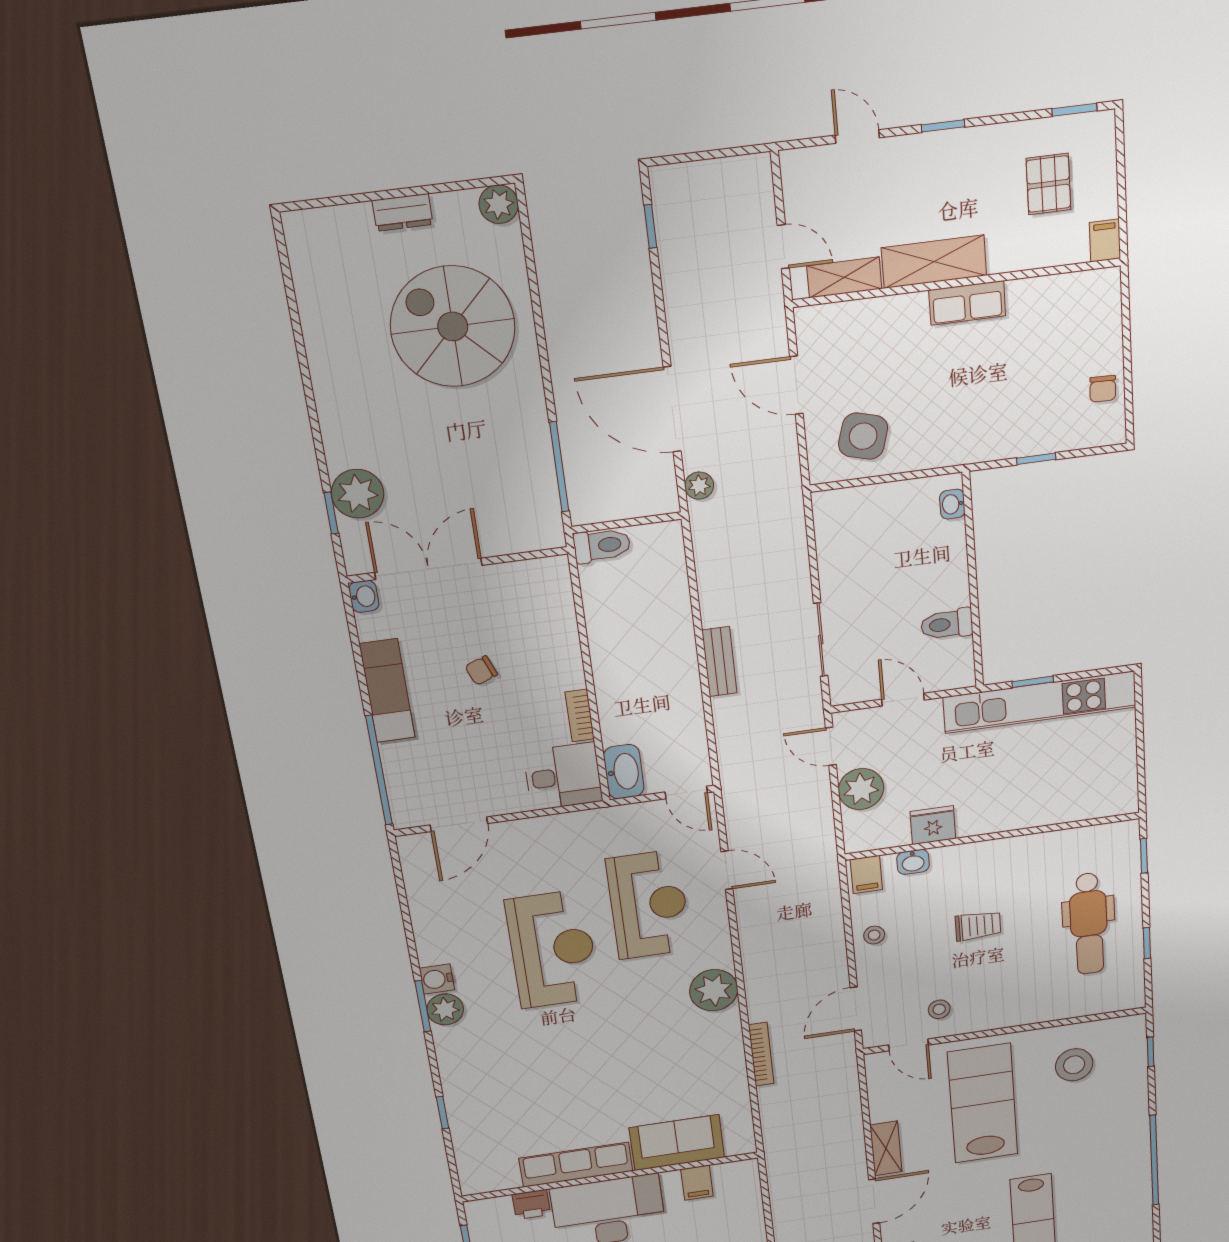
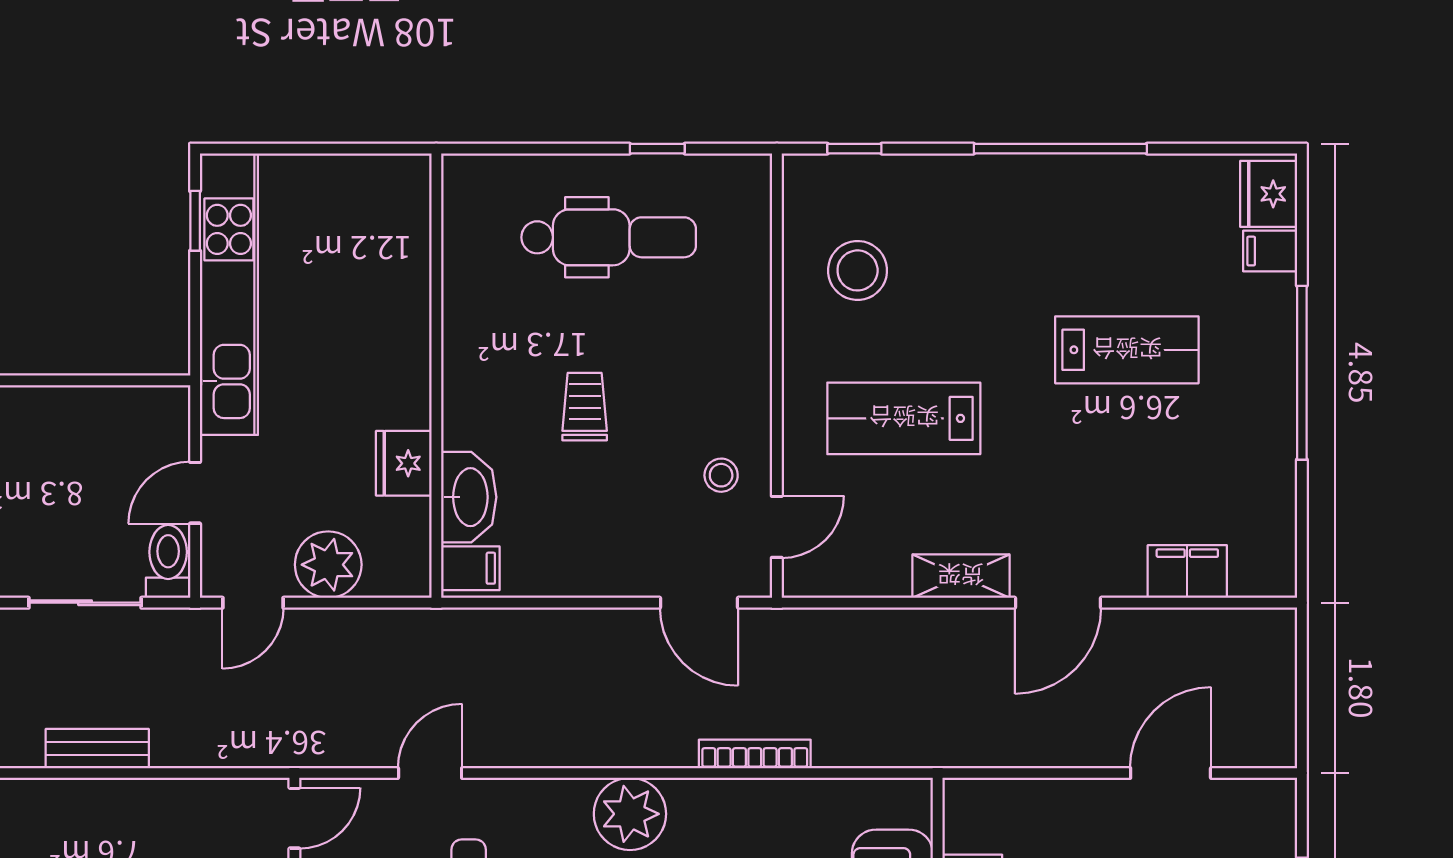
toilet: (947, 624) -> (168, 561), moved, turned 180
window: (1033, 682) -> (195, 221), moved
window: (1144, 856) -> (506, 149), removed
washbasin: (913, 862) -> (469, 497), width x1.91, depth x1.45
stool: (874, 935) -> (575, 565), removed
lab bench: (983, 1103) -> (904, 418), width x0.73, depth x0.72
door: (874, 1201) -> (1058, 603), swing flipped

